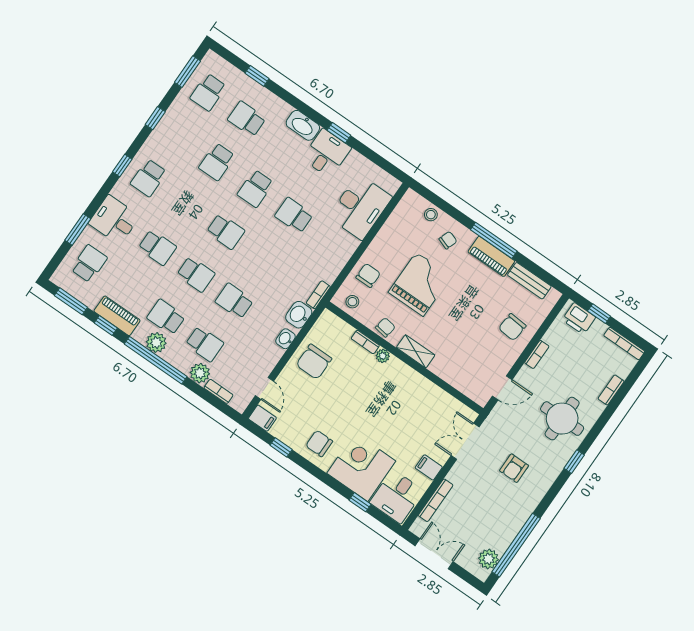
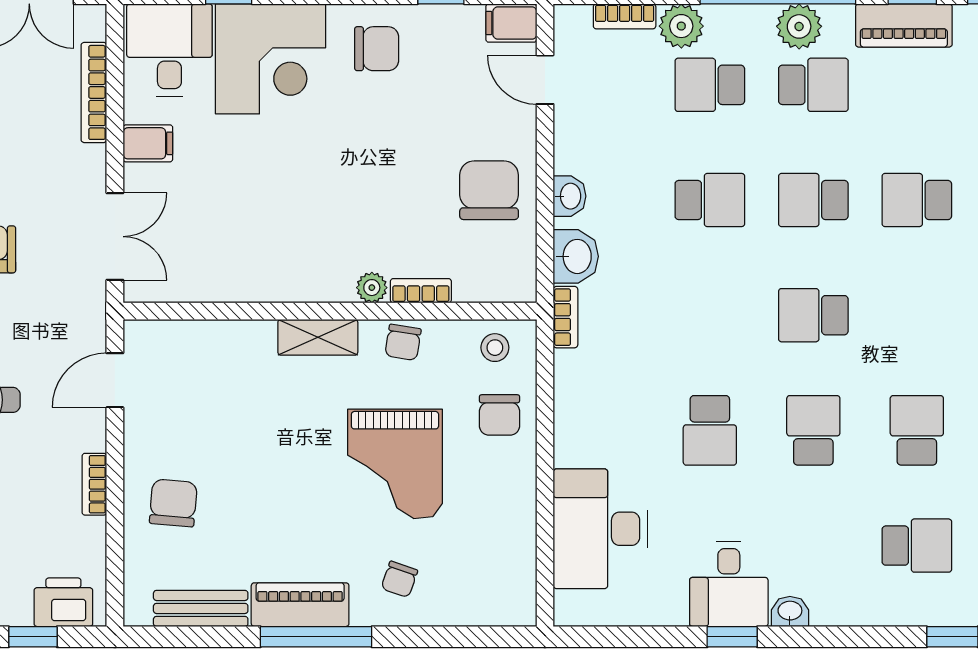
washbasin: (303, 125) -> (790, 611), width x0.52, depth x0.69
school desk: (294, 215) -> (710, 430), turned 90
stool: (431, 215) -> (463, 604), removed

